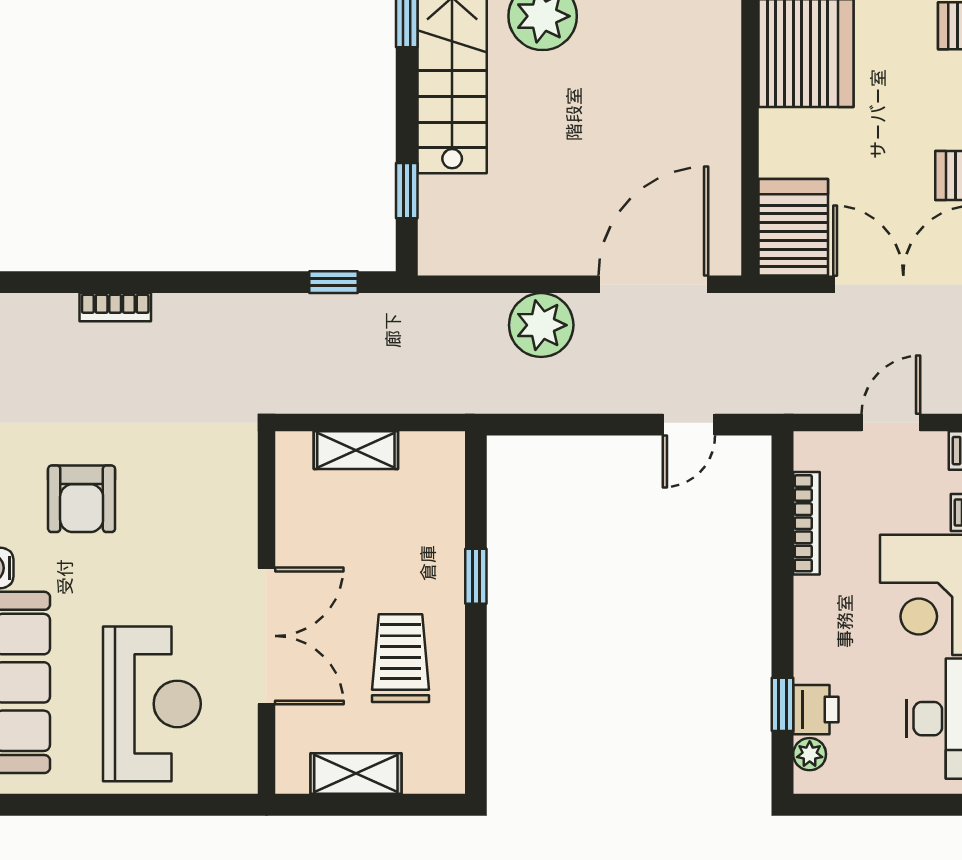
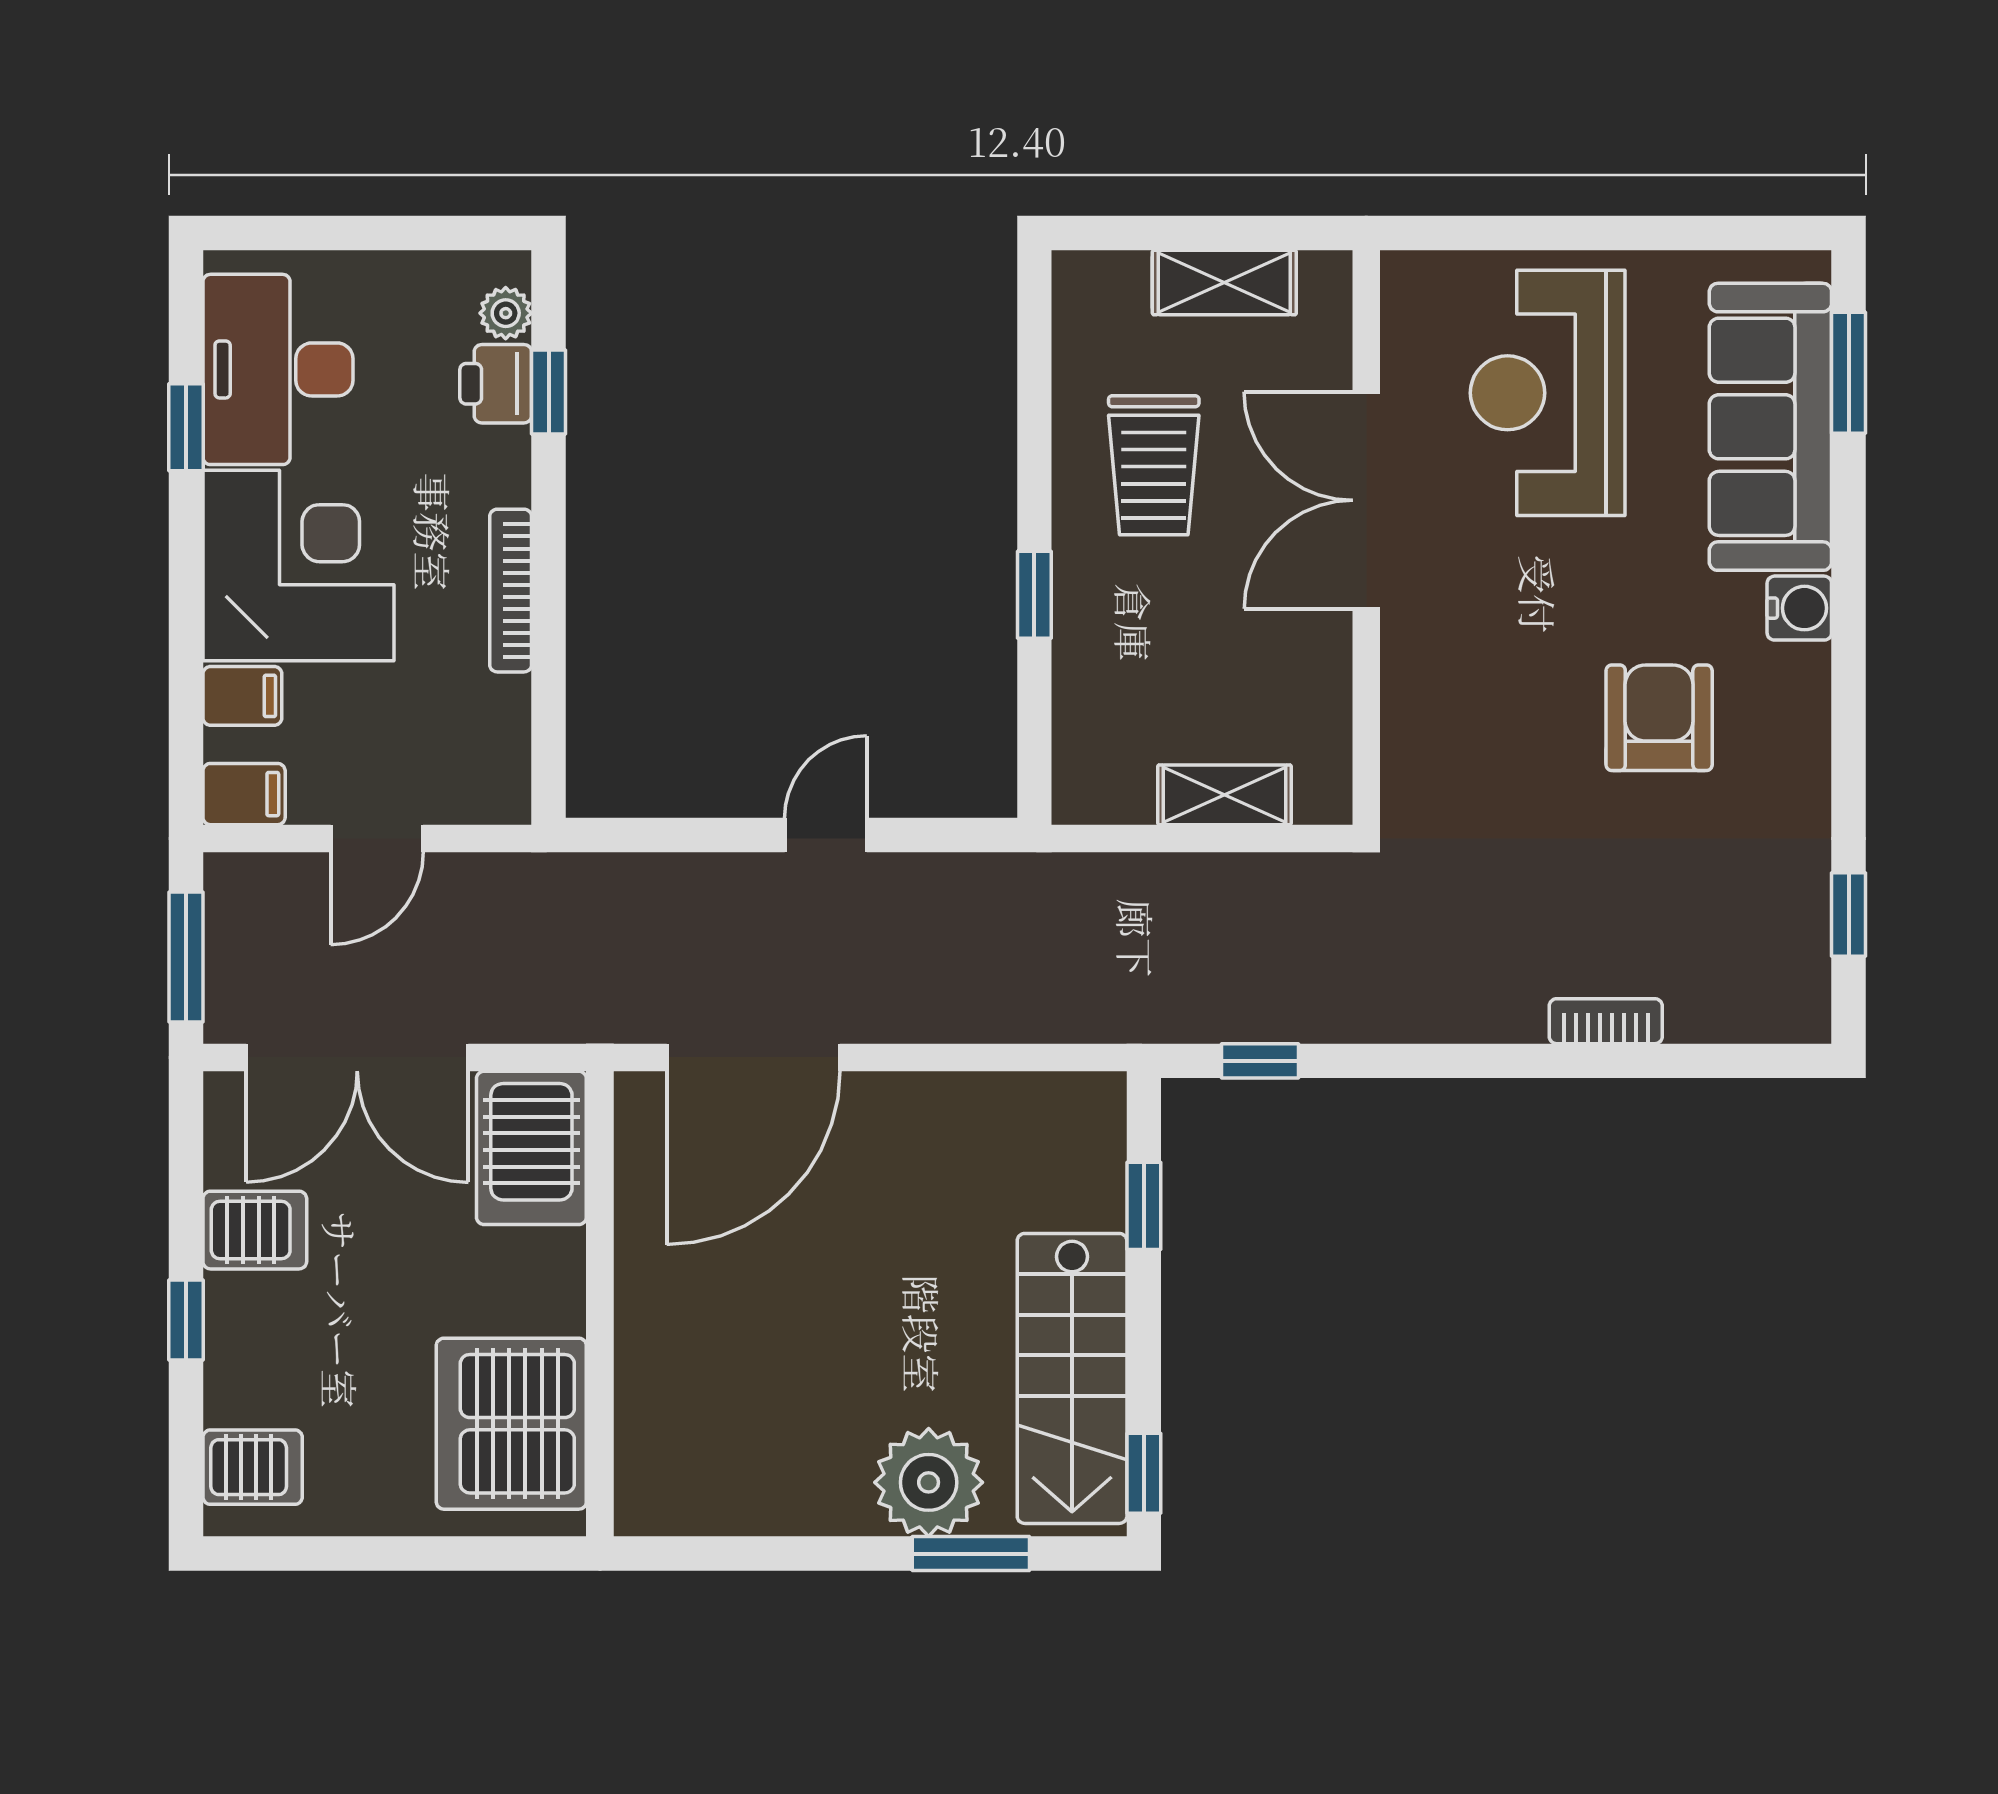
plant: (541, 325) -> (931, 993), removed
door: (689, 425) -> (826, 835), moved
bookcase: (806, 523) -> (511, 591), moved

